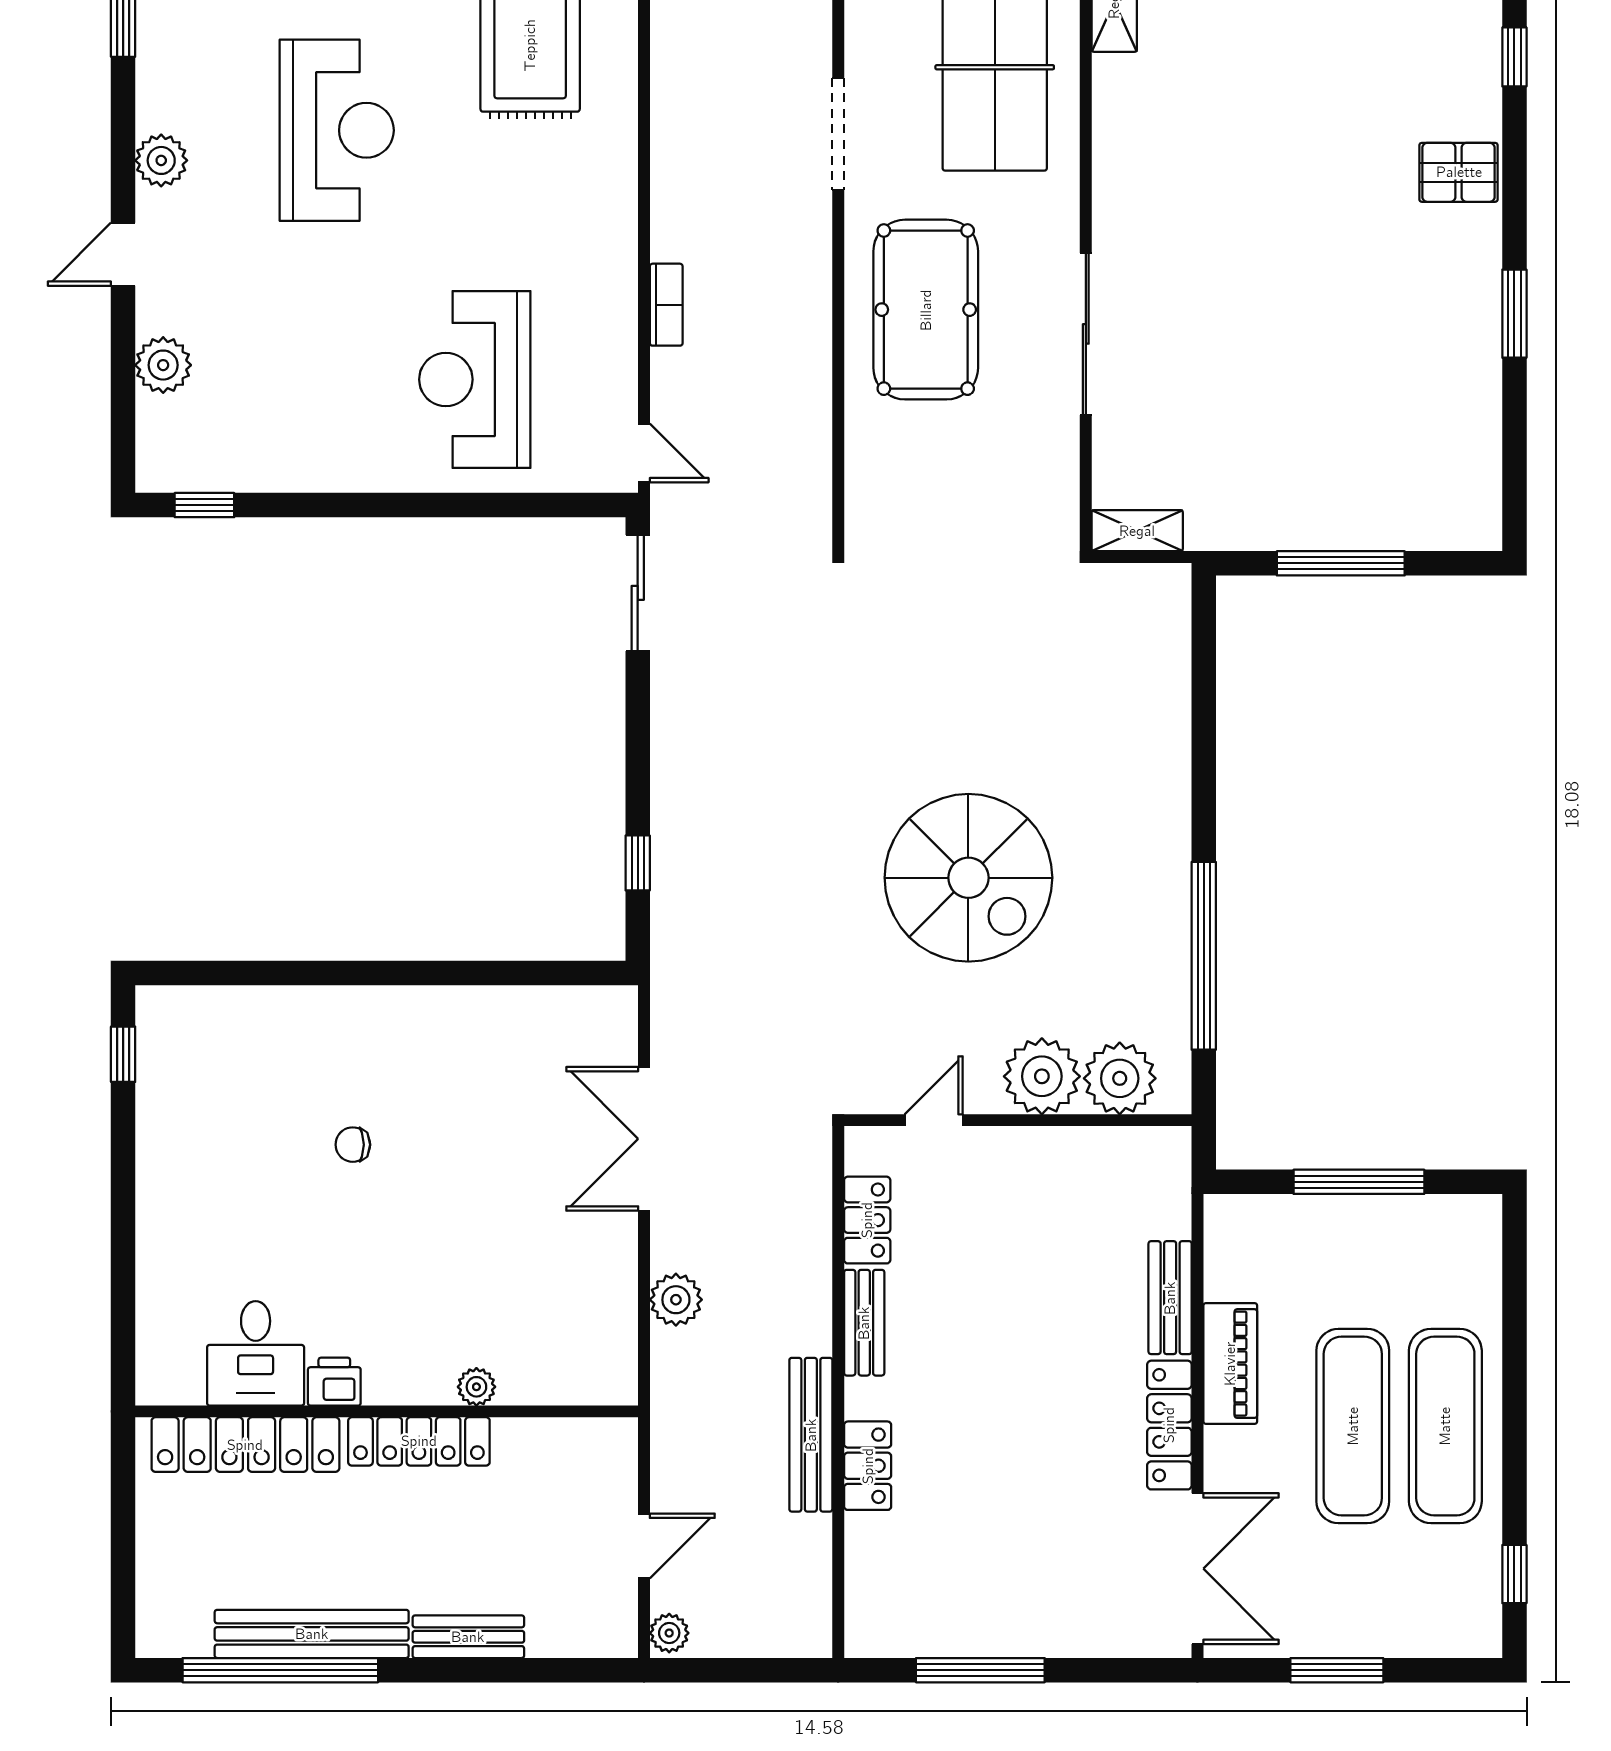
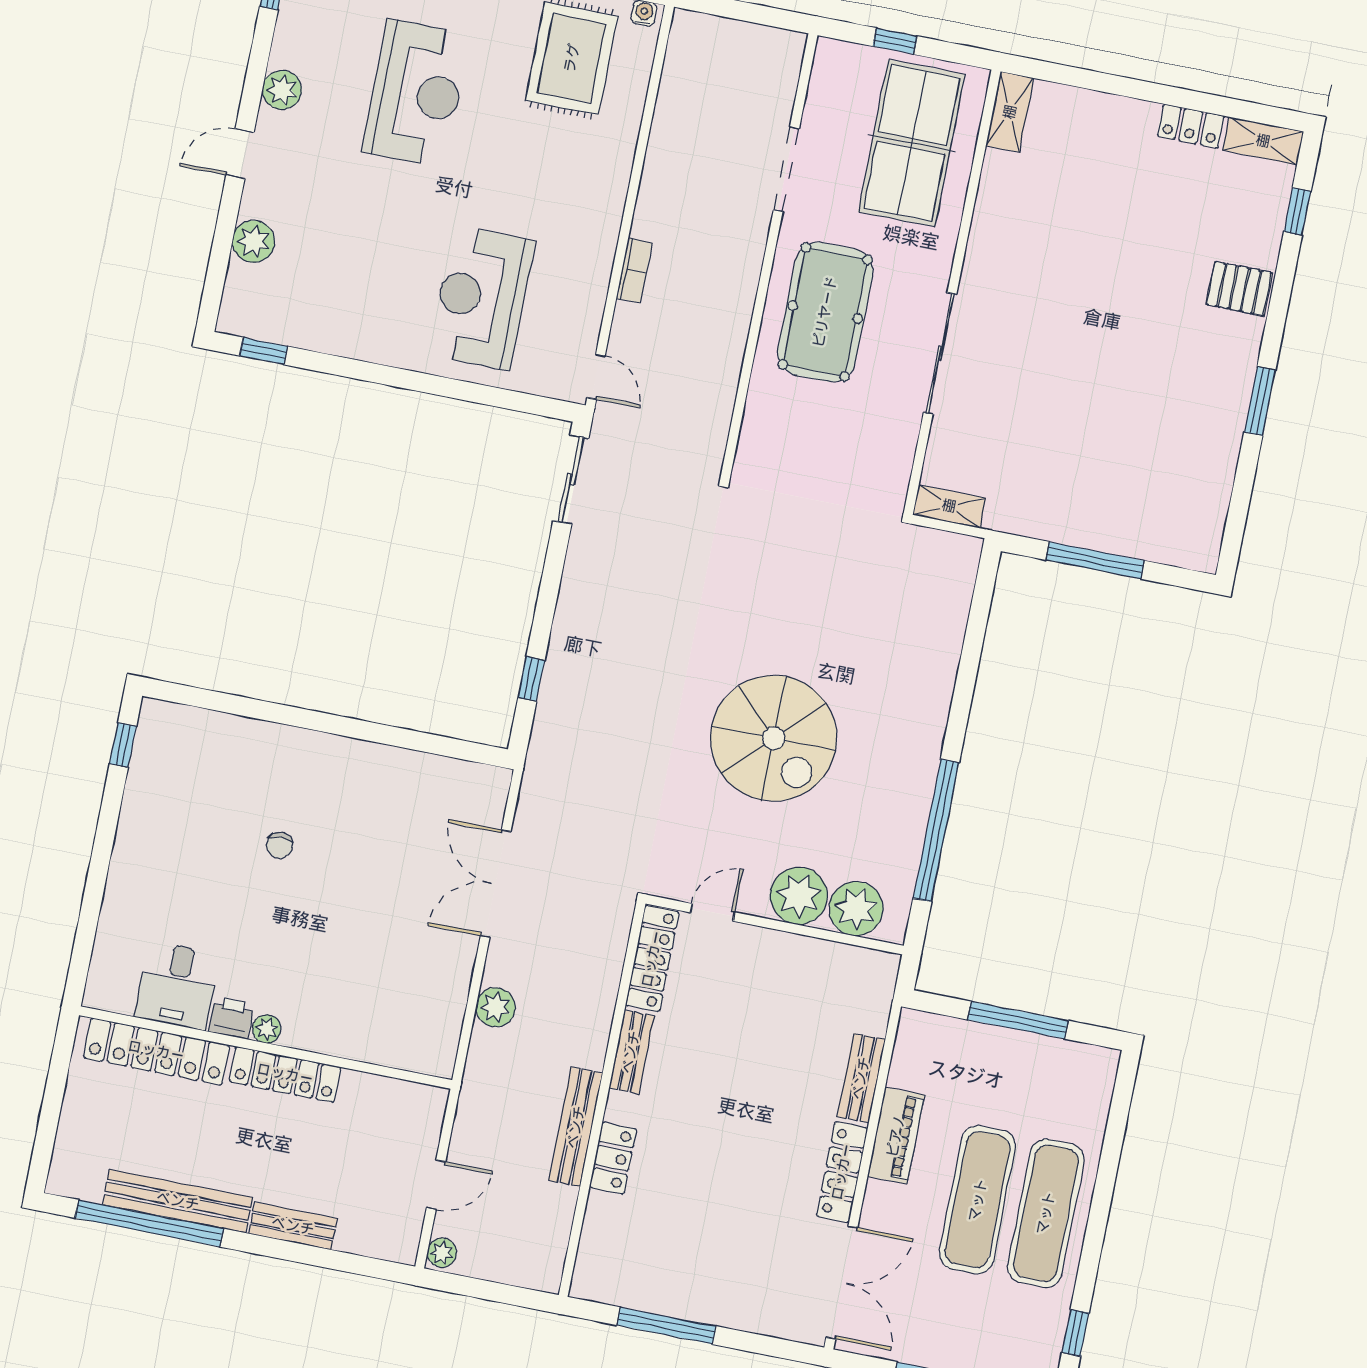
chair: (353, 1145) -> (280, 845), turned -90
locker: (867, 1220) -> (652, 959), width x1.53
plant: (476, 1387) -> (267, 1029), moved

